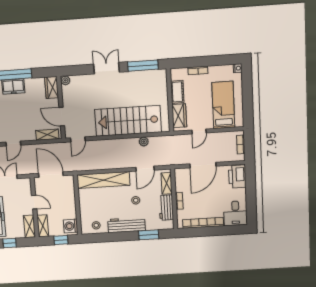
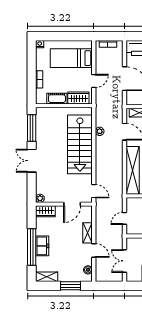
door: (199, 132) -> (94, 81), hinge flipped
shelving: (47, 135) -> (88, 233), moved
door: (51, 175) -> (125, 218), width x0.53

